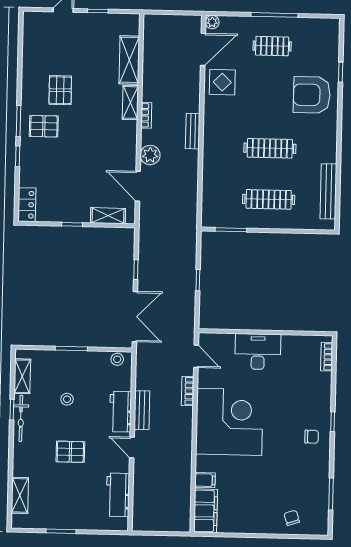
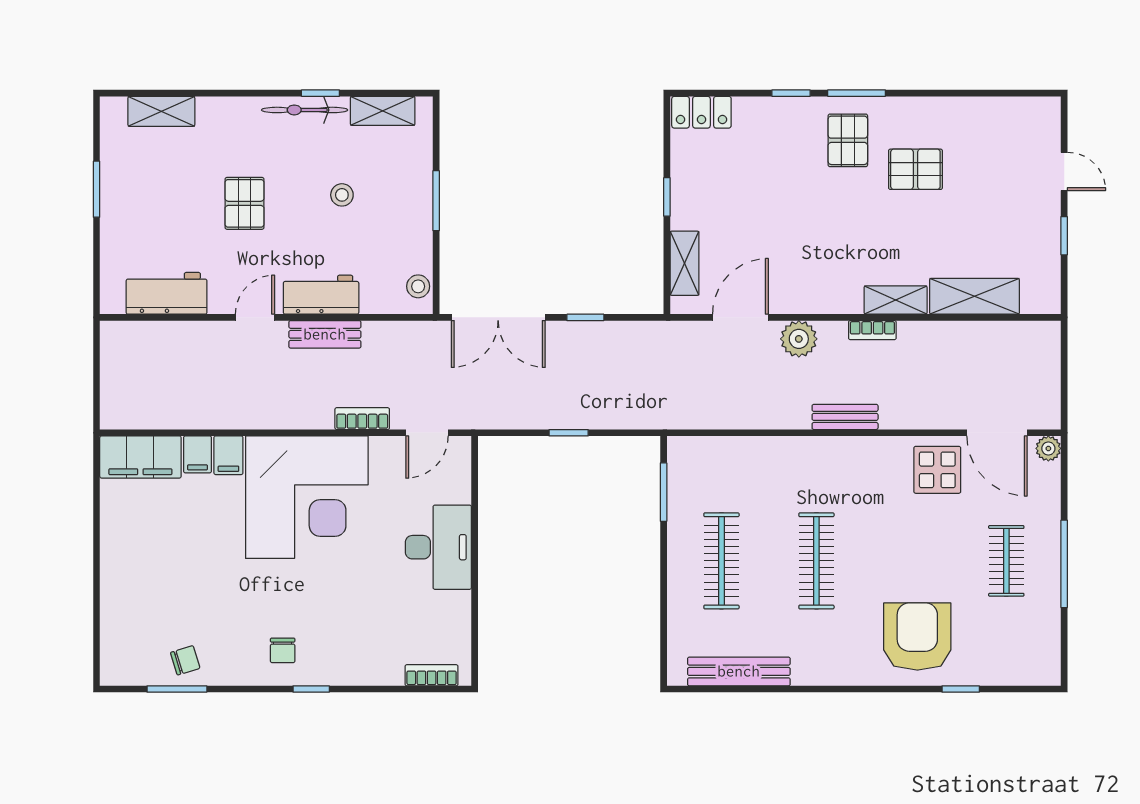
filing cabinet: (206, 463) -> (228, 455), added
chair: (292, 518) -> (185, 660), moved

